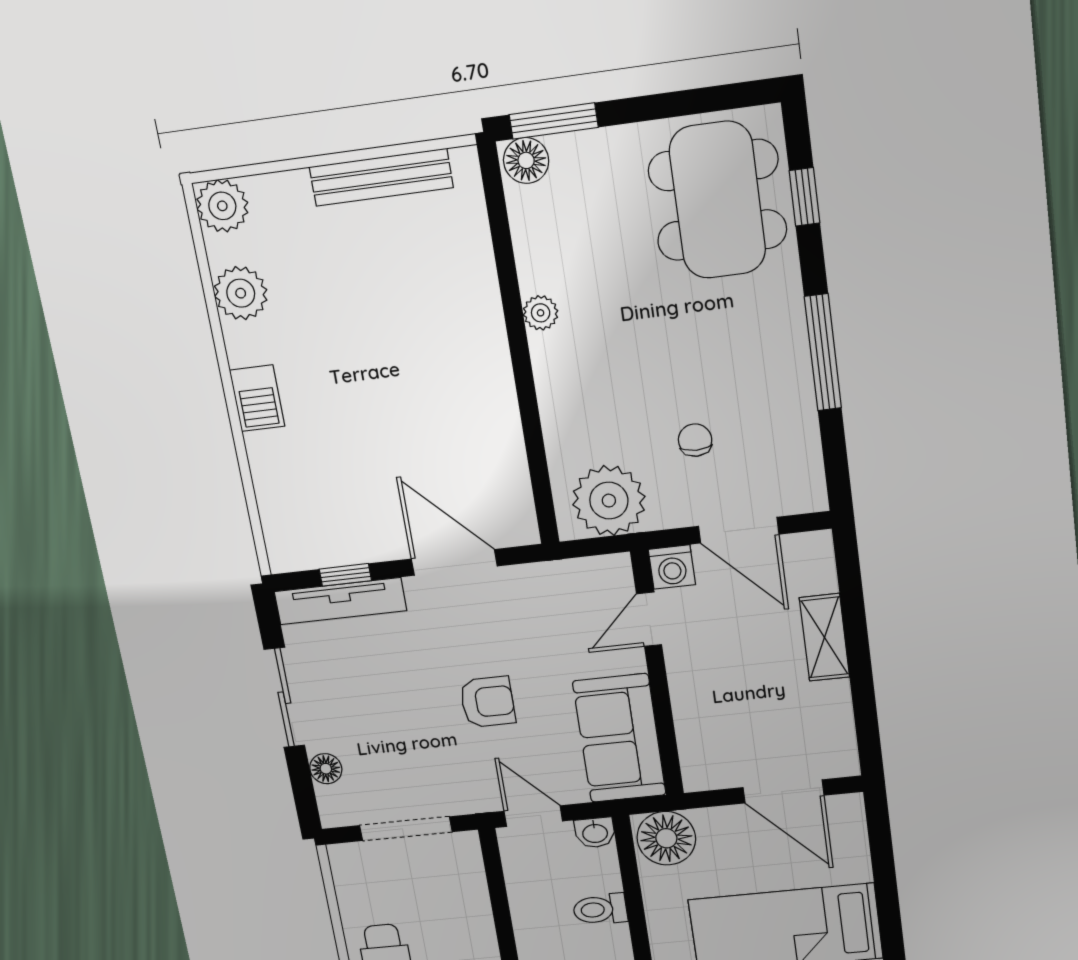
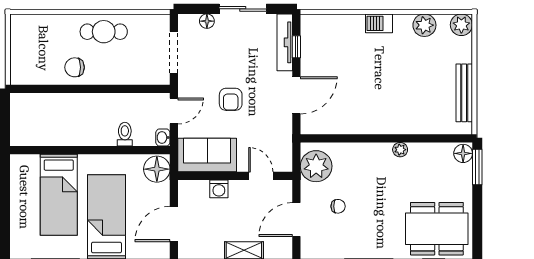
washing machine: (672, 567) -> (219, 189), moved, turned -90

